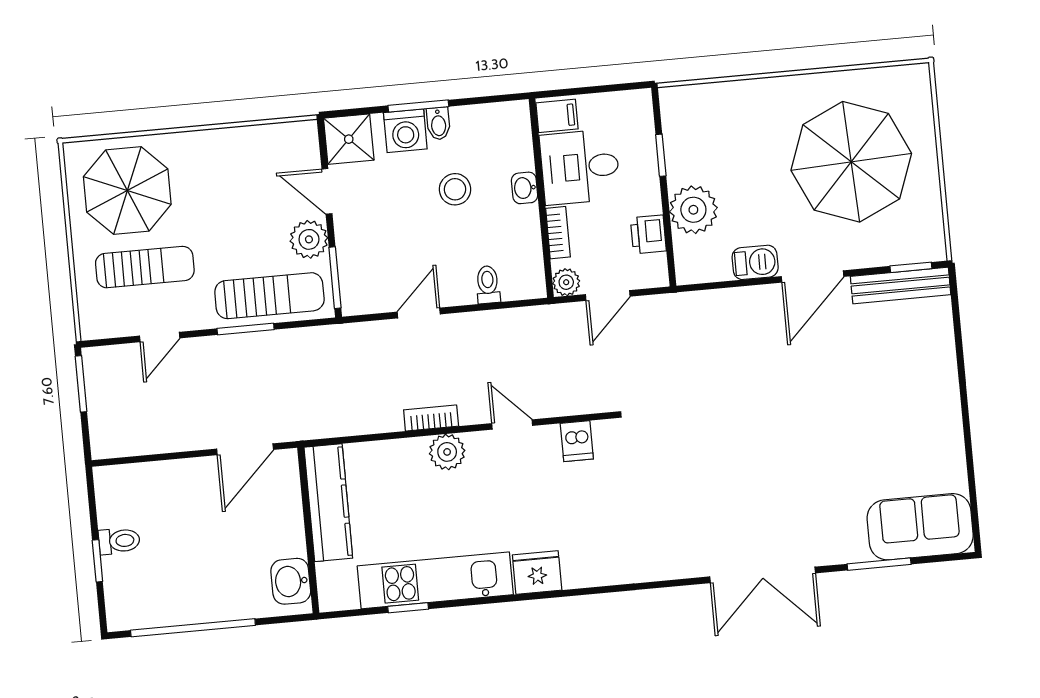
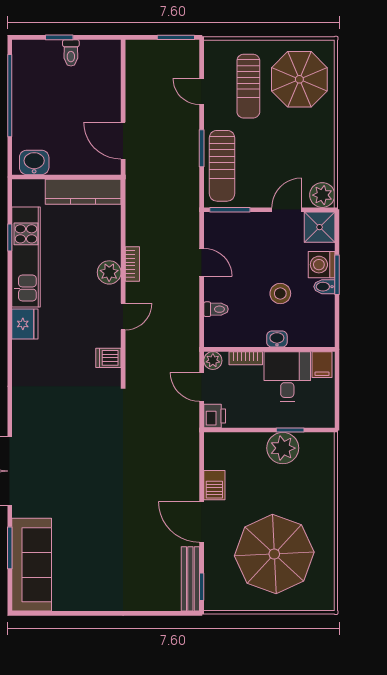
plant: (693, 210) -> (283, 448), moved
printer: (648, 234) -> (215, 416), moved, turned 90
plant: (309, 239) -> (322, 195), moved
sofa: (920, 527) -> (32, 565), width x1.36

